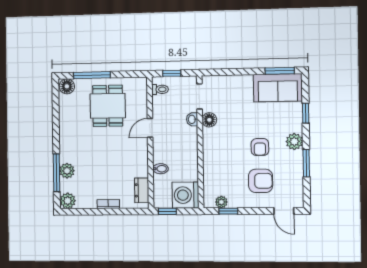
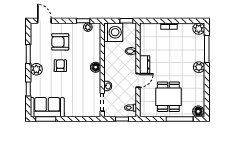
floor lamp: (209, 120) -> (96, 67), moved
plant: (67, 171) -> (199, 67), moved
dresser: (142, 190) -> (145, 65), moved

